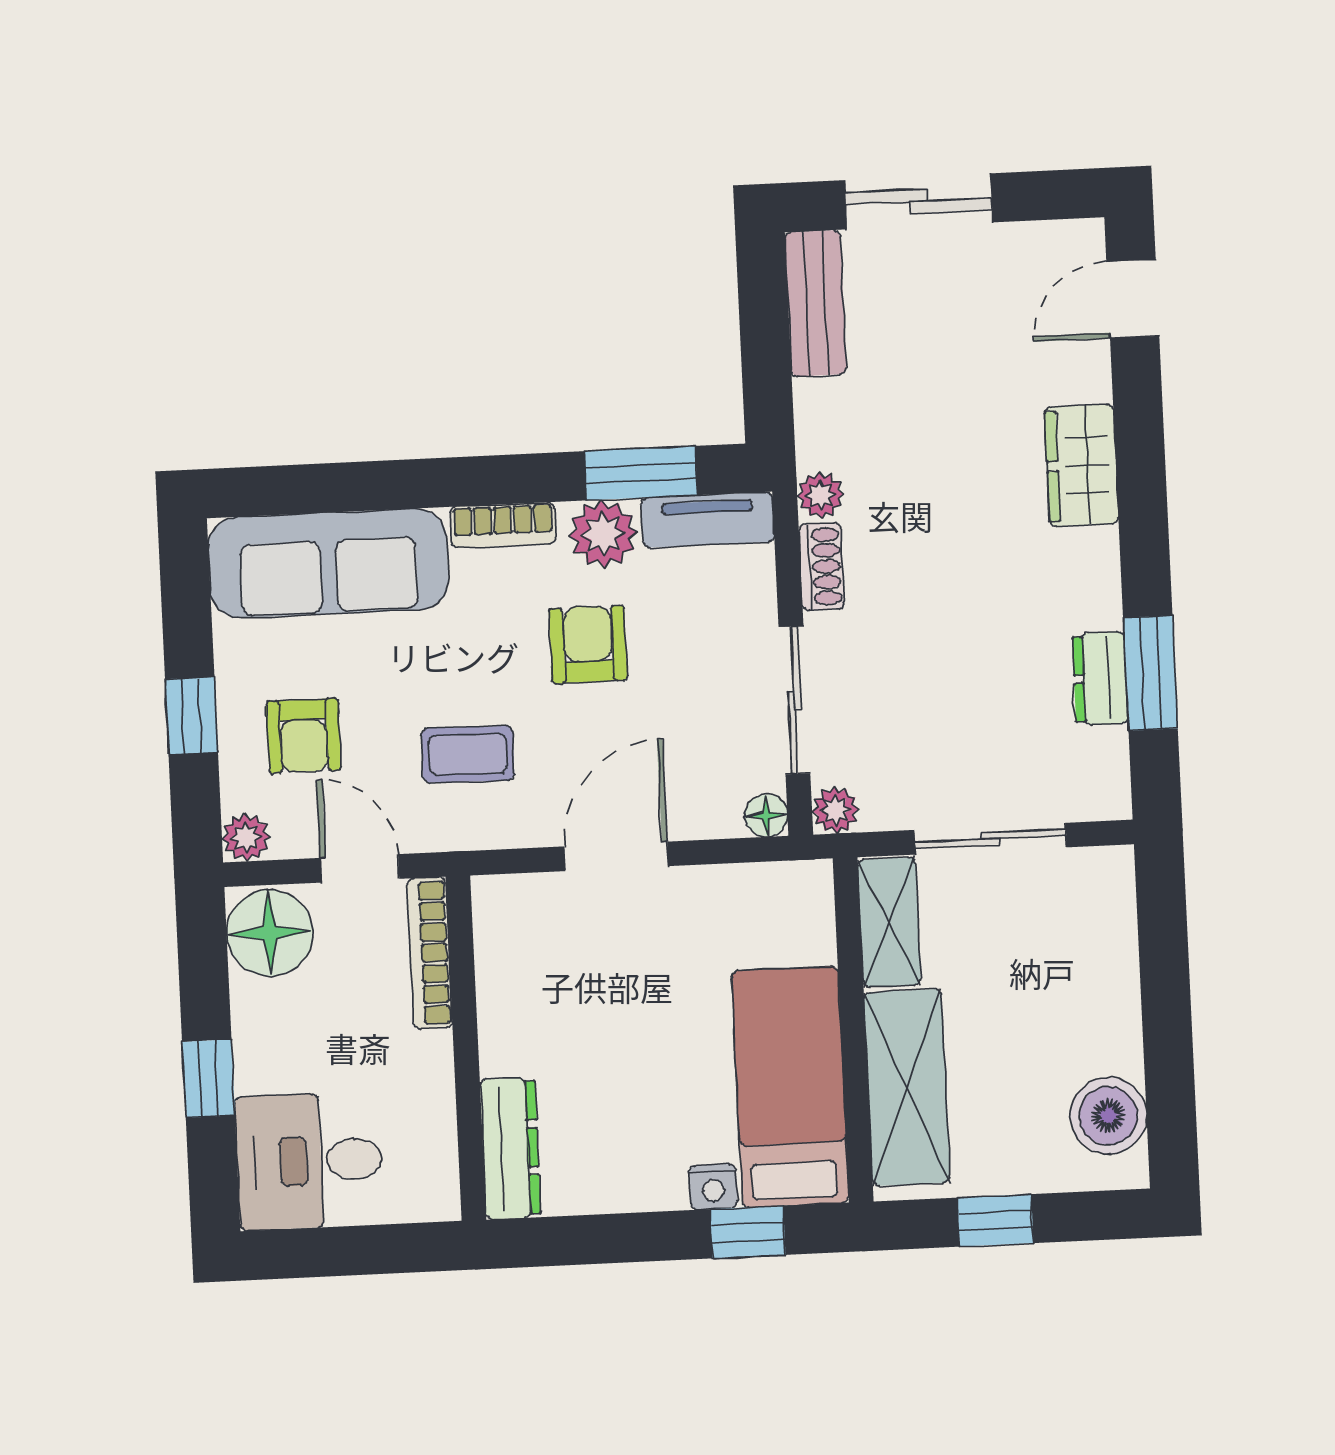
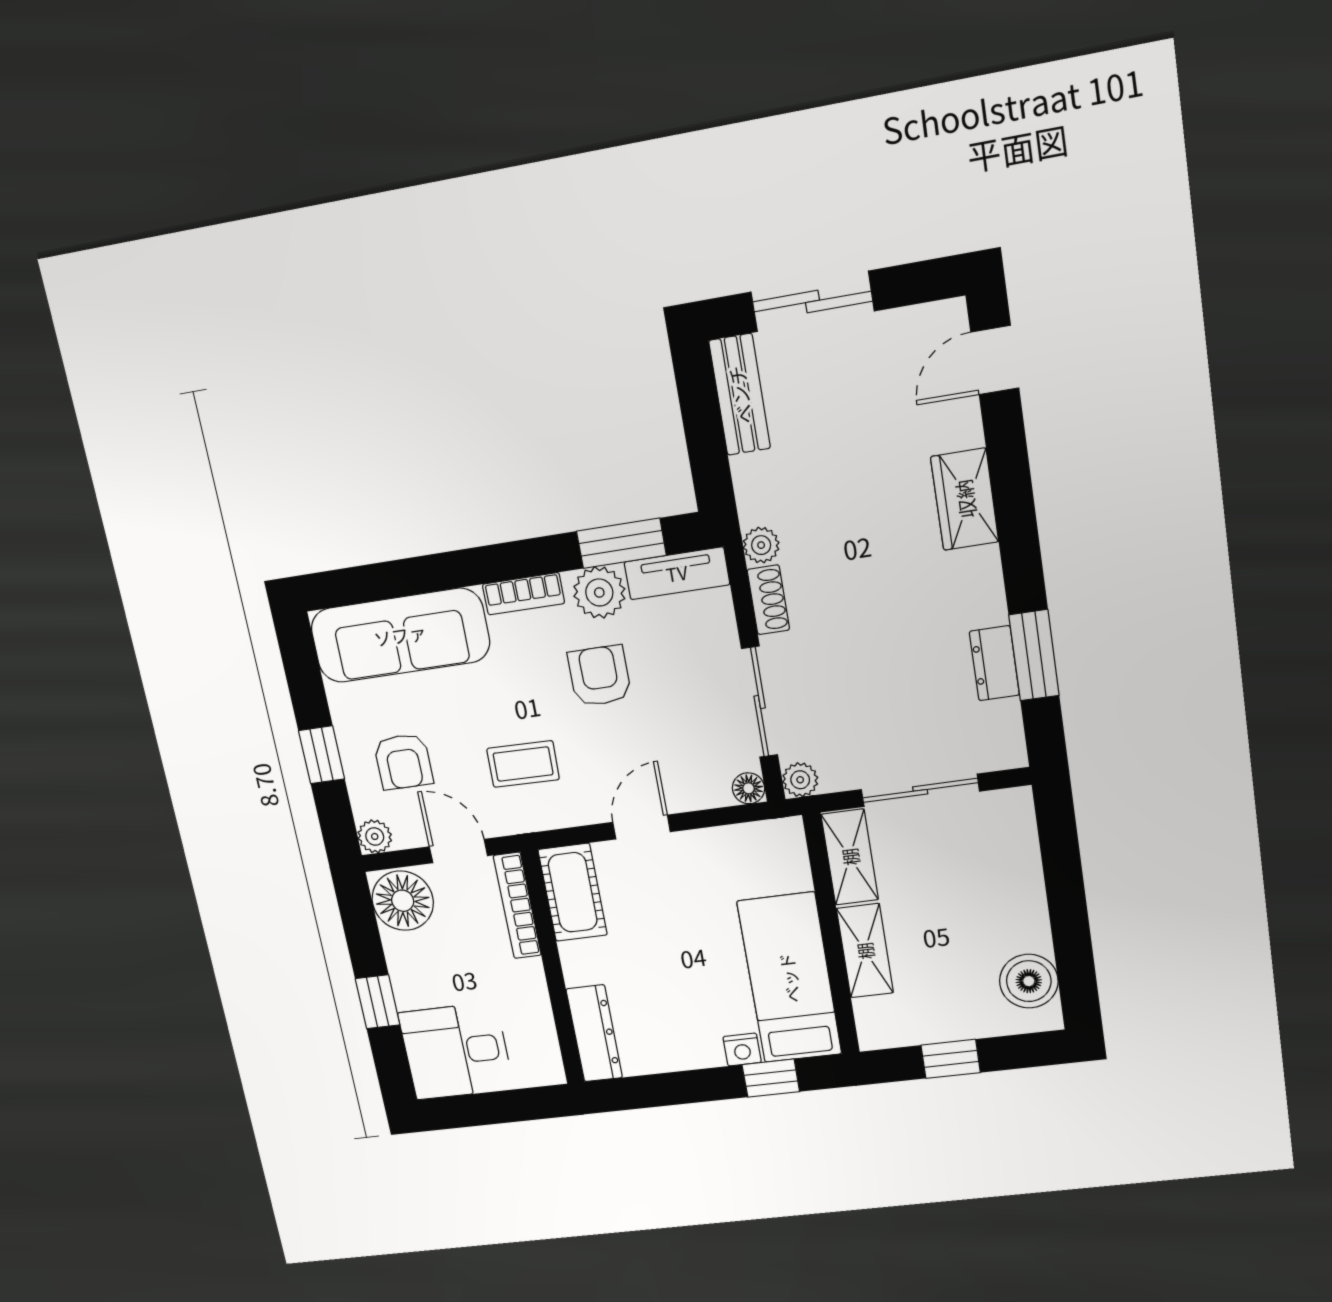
door: (616, 856) -> (642, 827), width x0.73
cot: (509, 940) -> (573, 892), added
shelving: (907, 1087) -> (865, 951), width x0.67, depth x0.75

